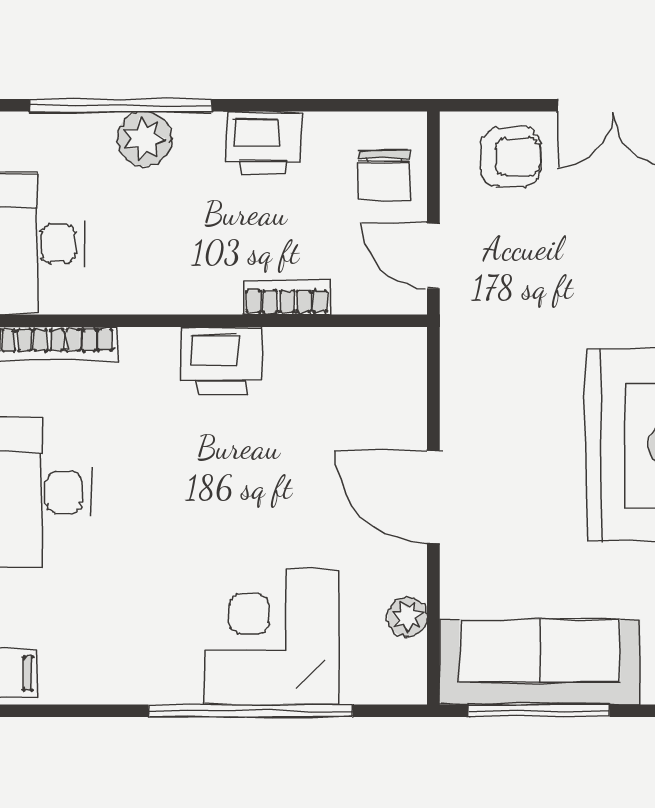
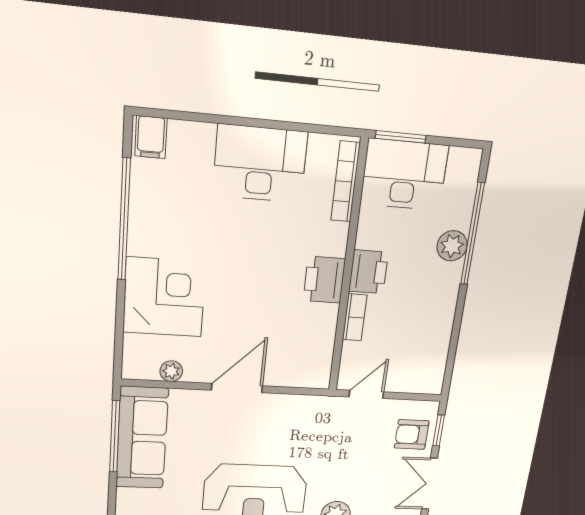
window: (500, 105) -> (439, 430), added
printer: (263, 143) -> (368, 272), moved, turned 180
armchair: (511, 157) -> (412, 434), turned 90
chair: (384, 175) -> (412, 371), removed
window: (251, 711) -> (124, 220), moved

